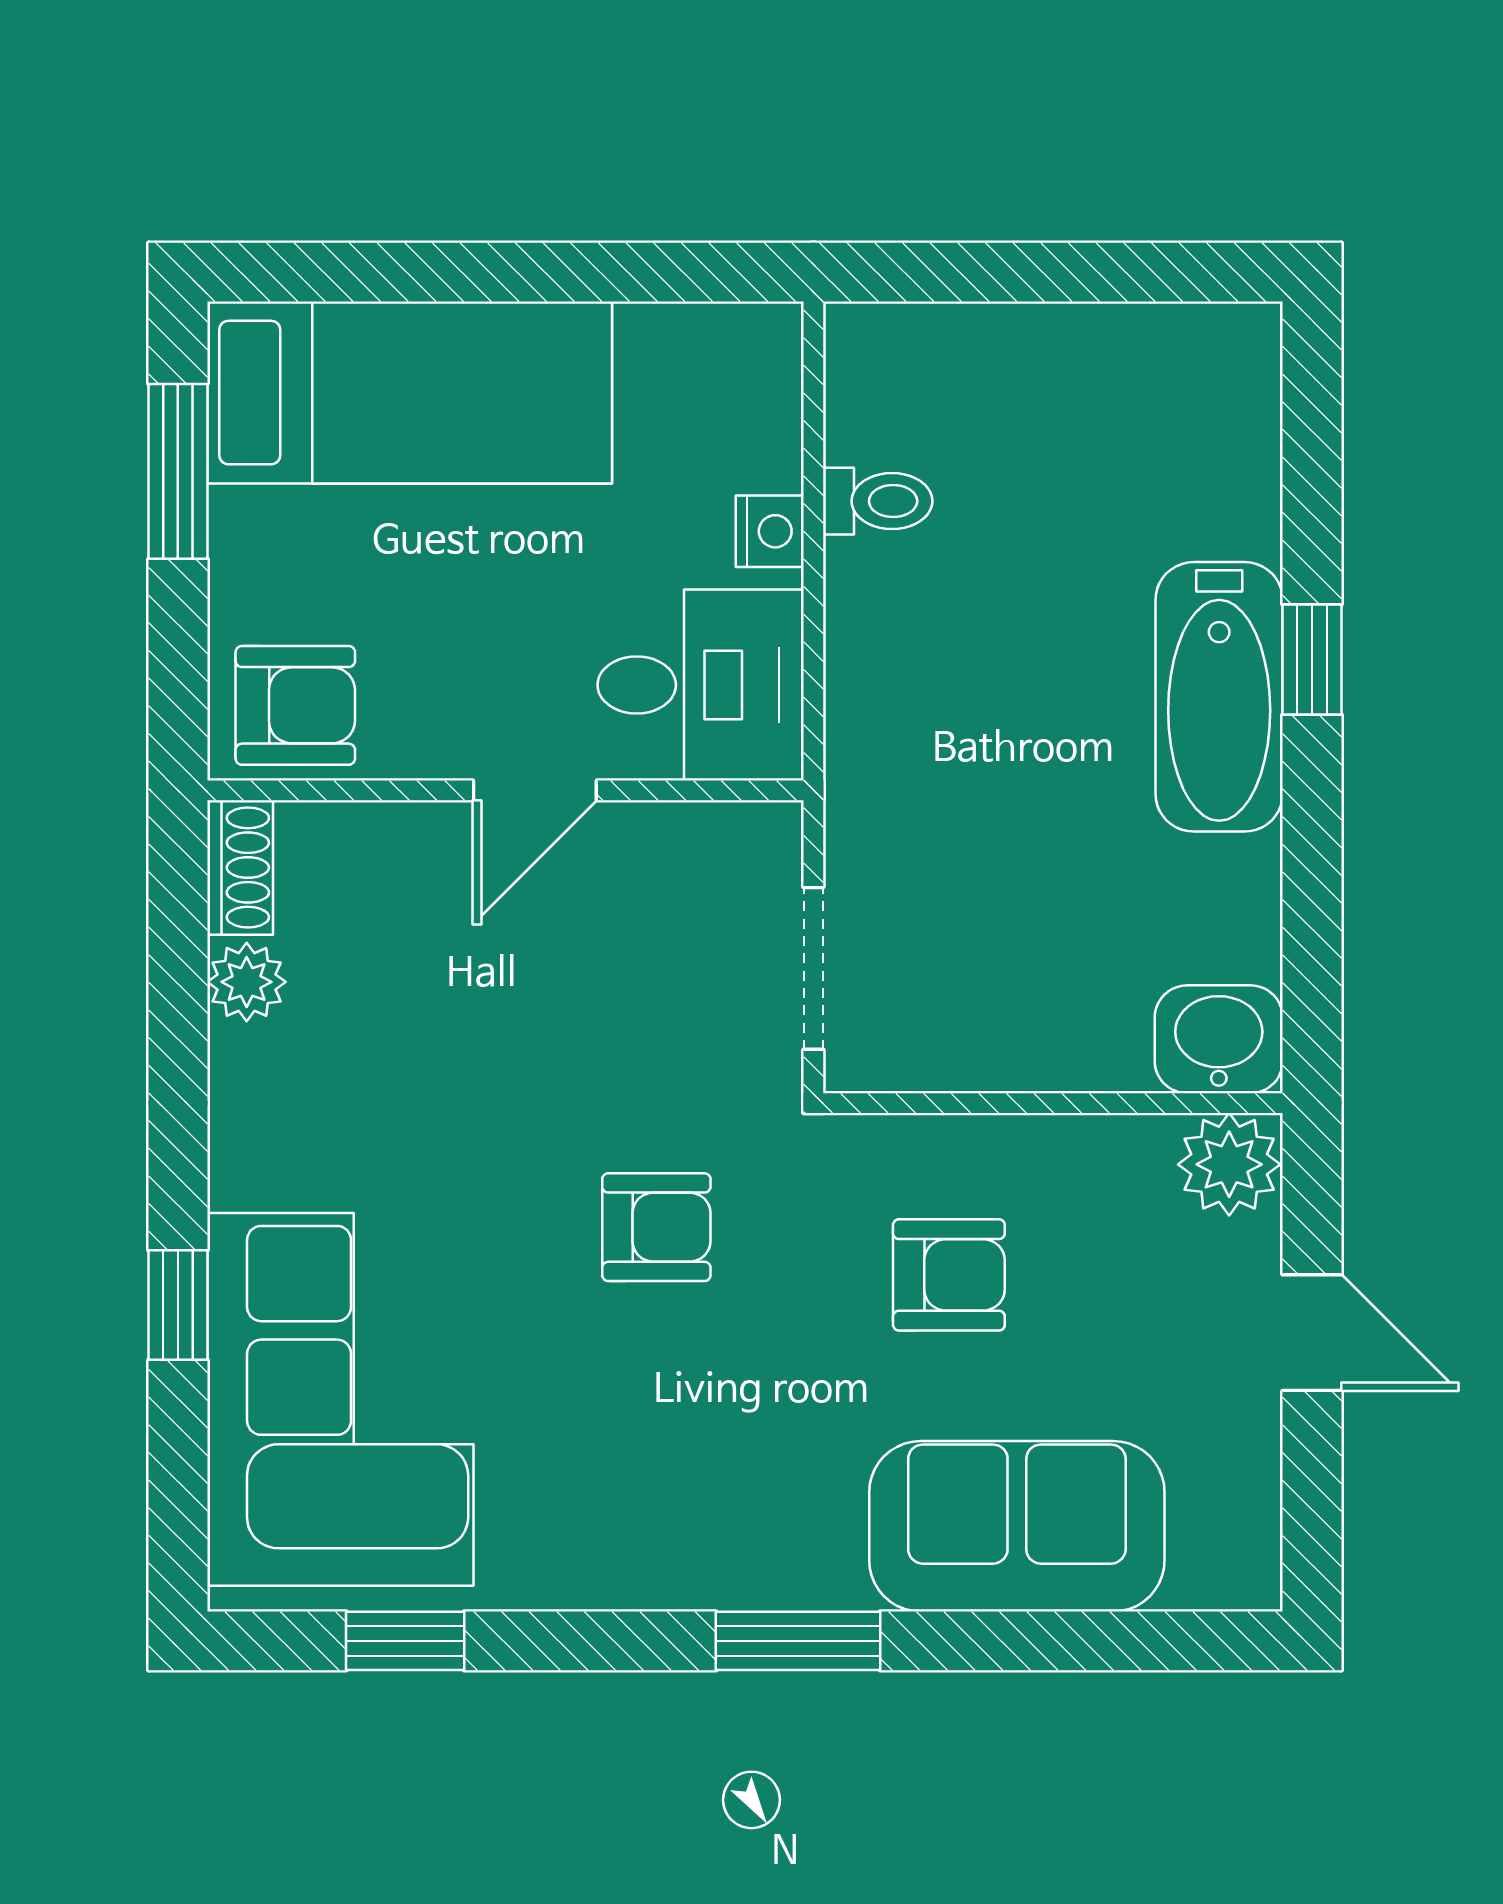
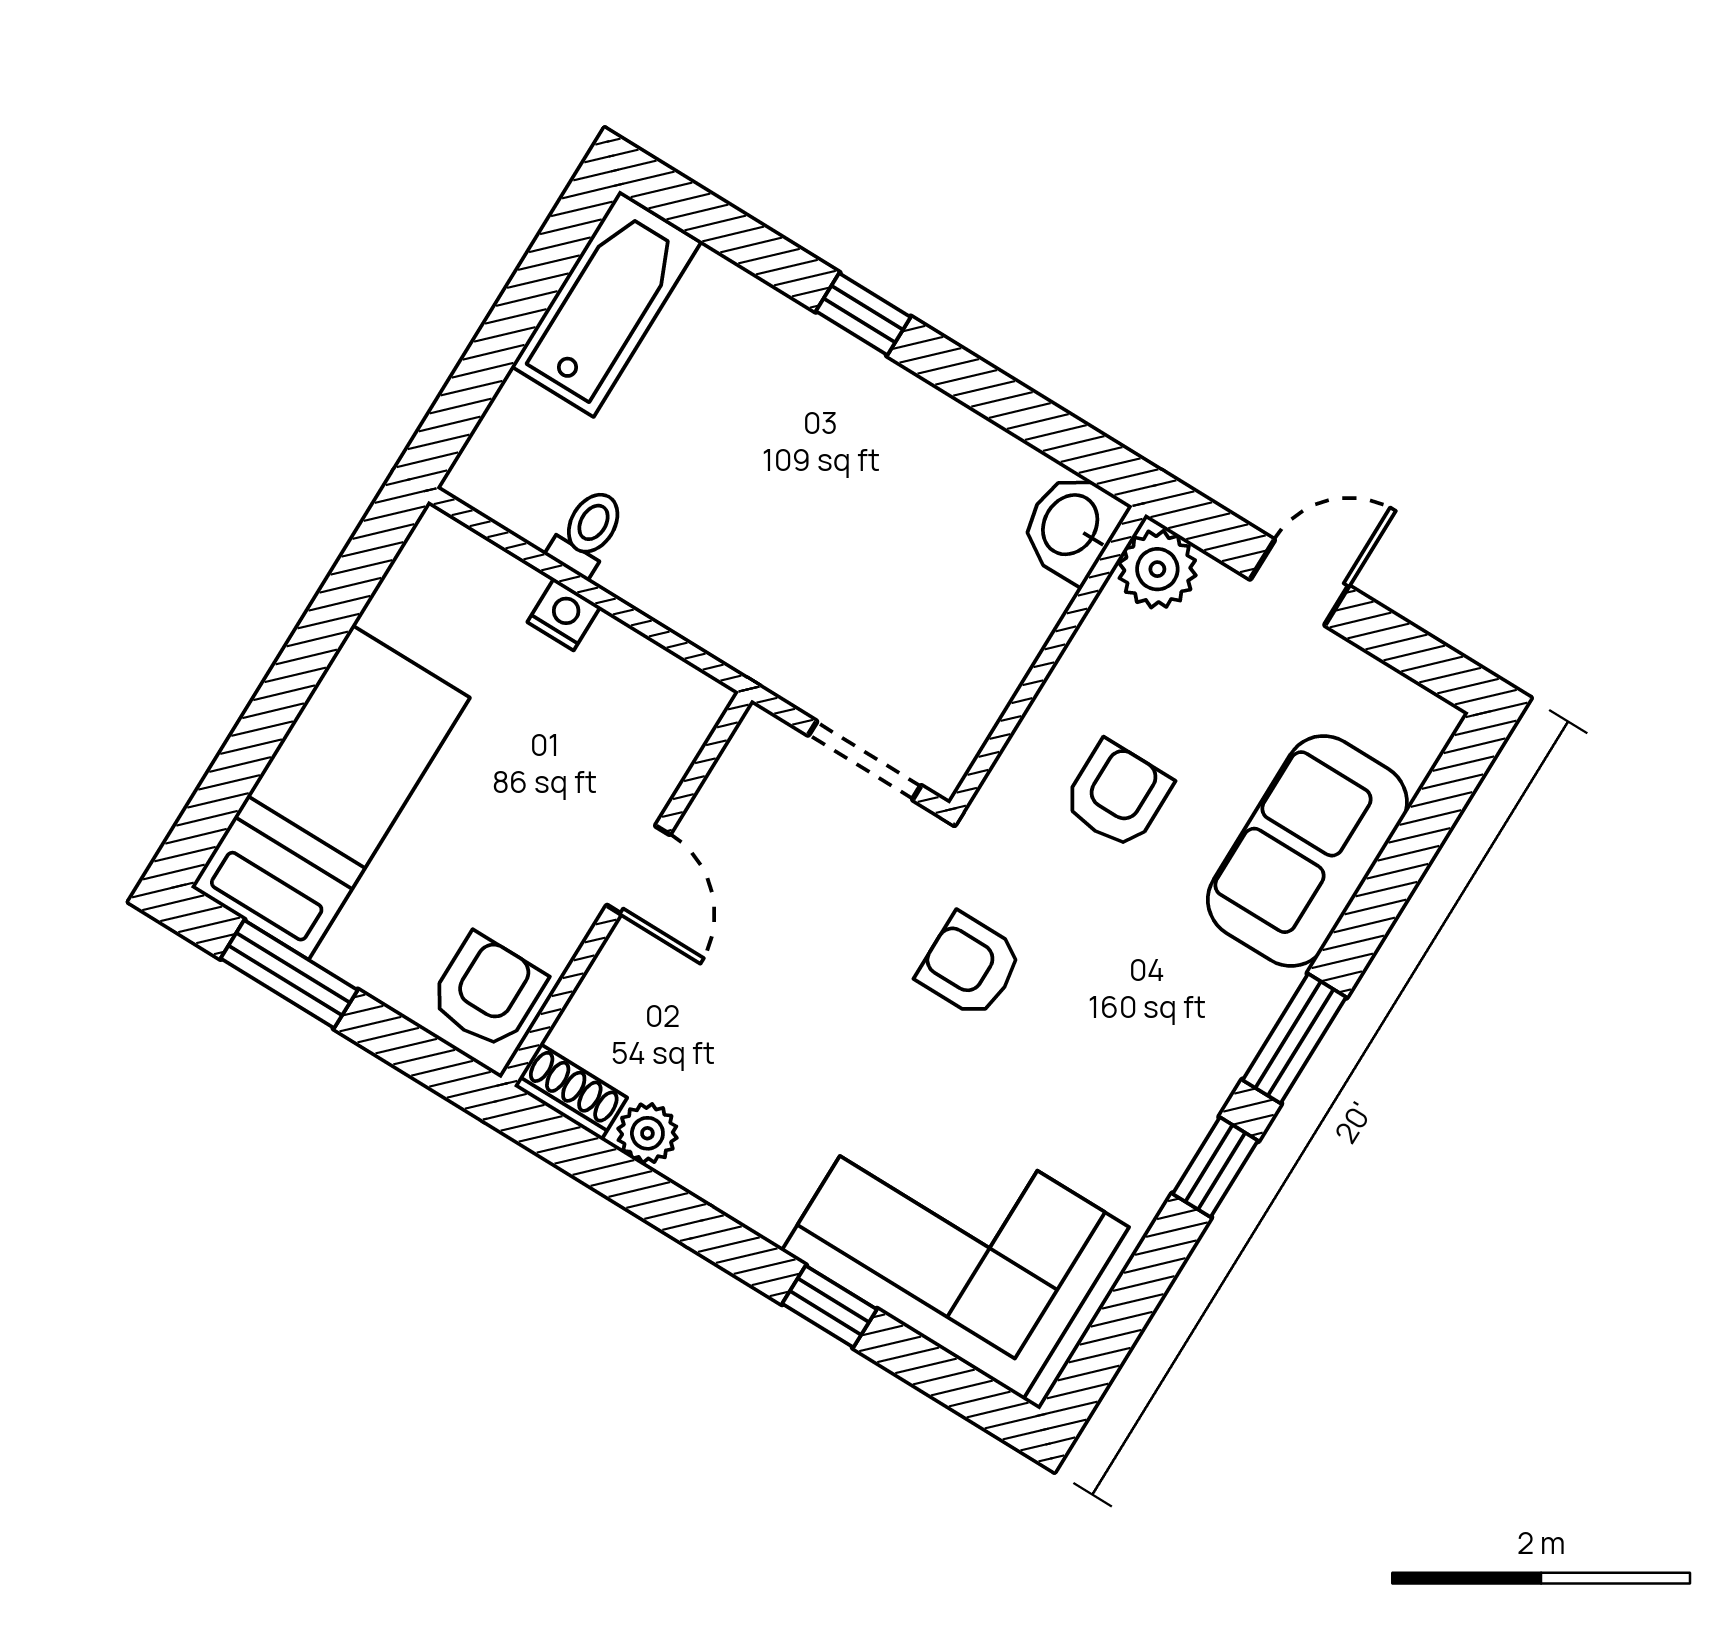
desk: (701, 685) -> (636, 721), removed
bathtub: (1219, 697) -> (606, 304), moved, turned -90
armchair: (656, 1227) -> (970, 965), turned -90
window: (405, 1641) -> (1215, 1167), moved

